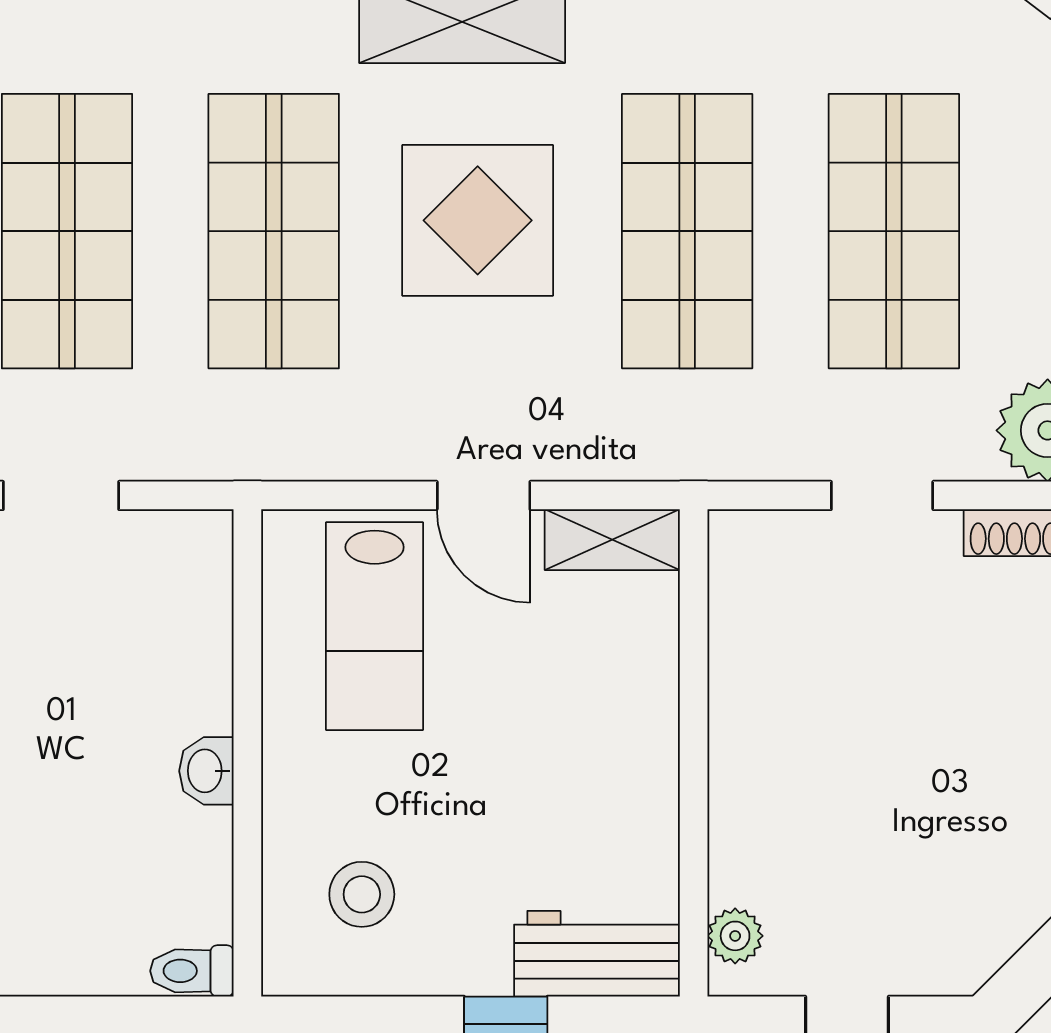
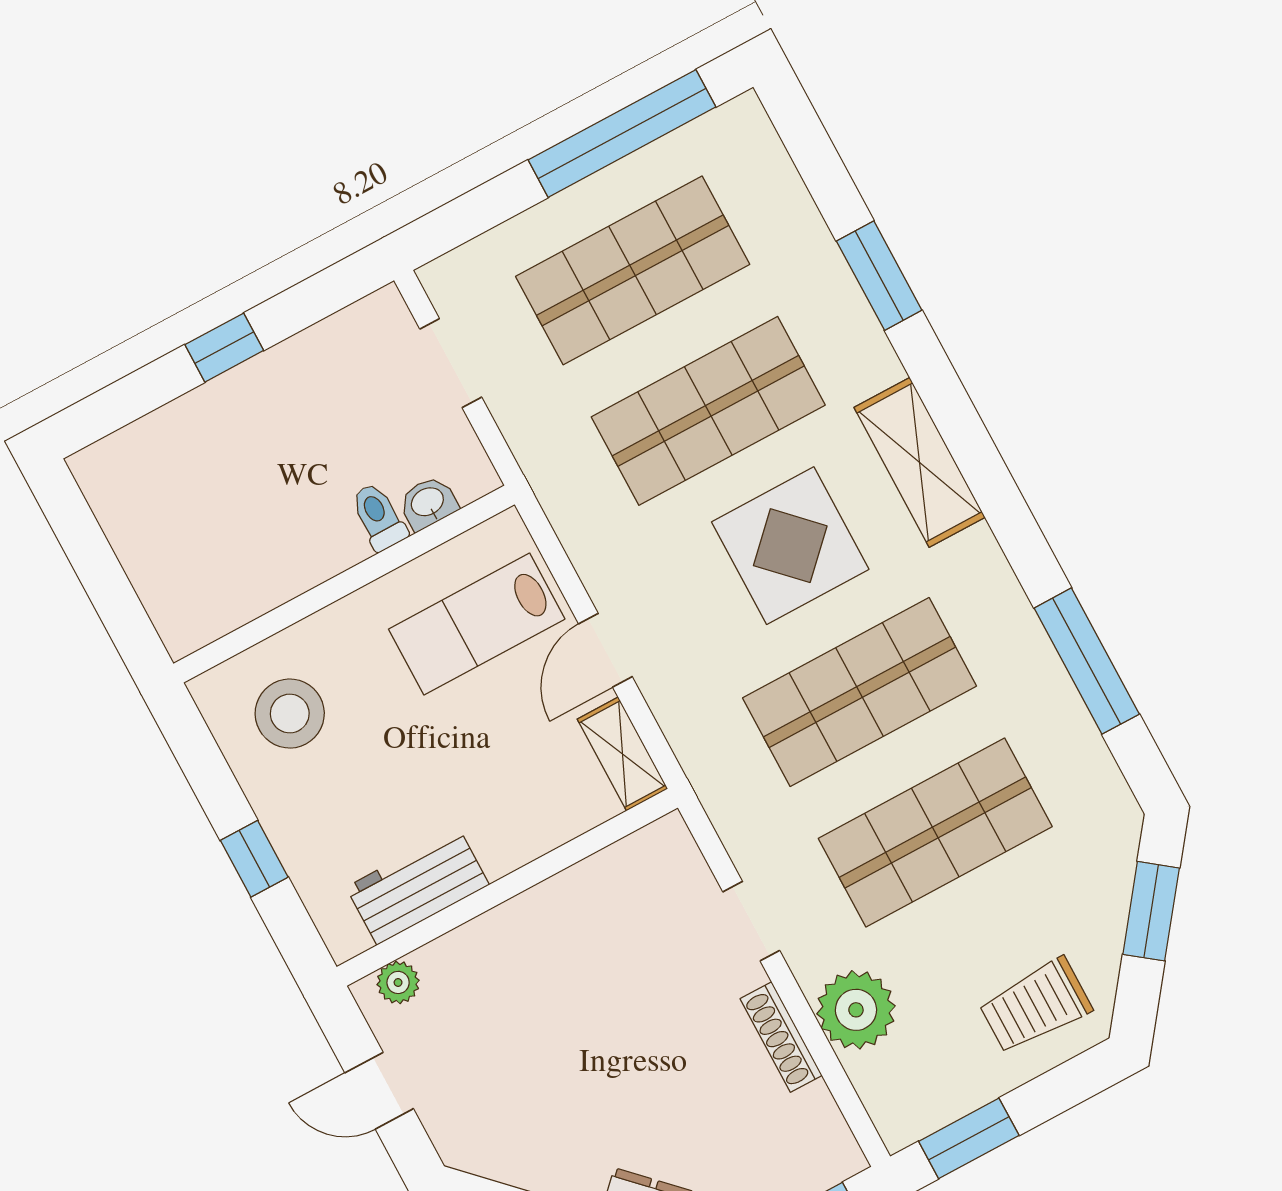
washbasin: (206, 771) -> (428, 503), moved
stool: (362, 894) -> (290, 714), width x1.38, depth x1.38
workbench: (597, 954) -> (418, 886), moved, turned -90
toilet: (192, 971) -> (379, 517), moved

